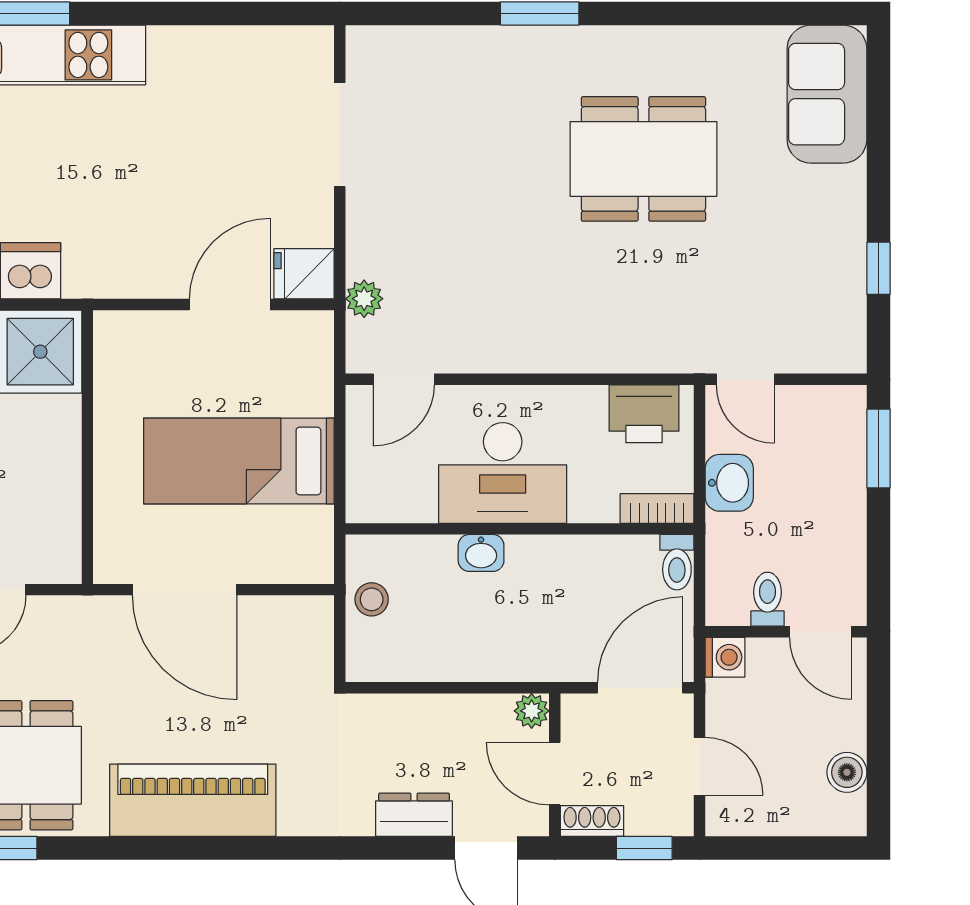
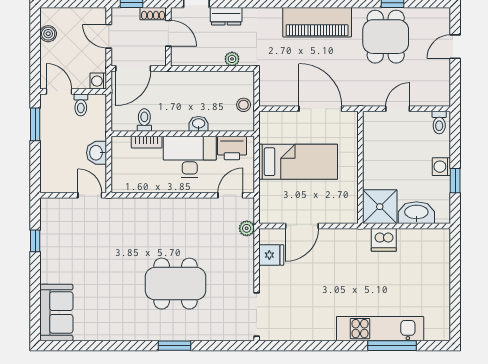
doorway: (340, 135) -> (257, 315), moved
dining table: (643, 159) -> (176, 284), moved
fridge: (304, 274) -> (271, 255), moved
printer: (644, 414) -> (232, 148), moved, turned 180
window: (879, 449) -> (35, 124), moved
bookcase: (657, 509) -> (147, 142), moved
toilet: (677, 562) -> (144, 120), moved
plant: (532, 711) -> (232, 59), moved

